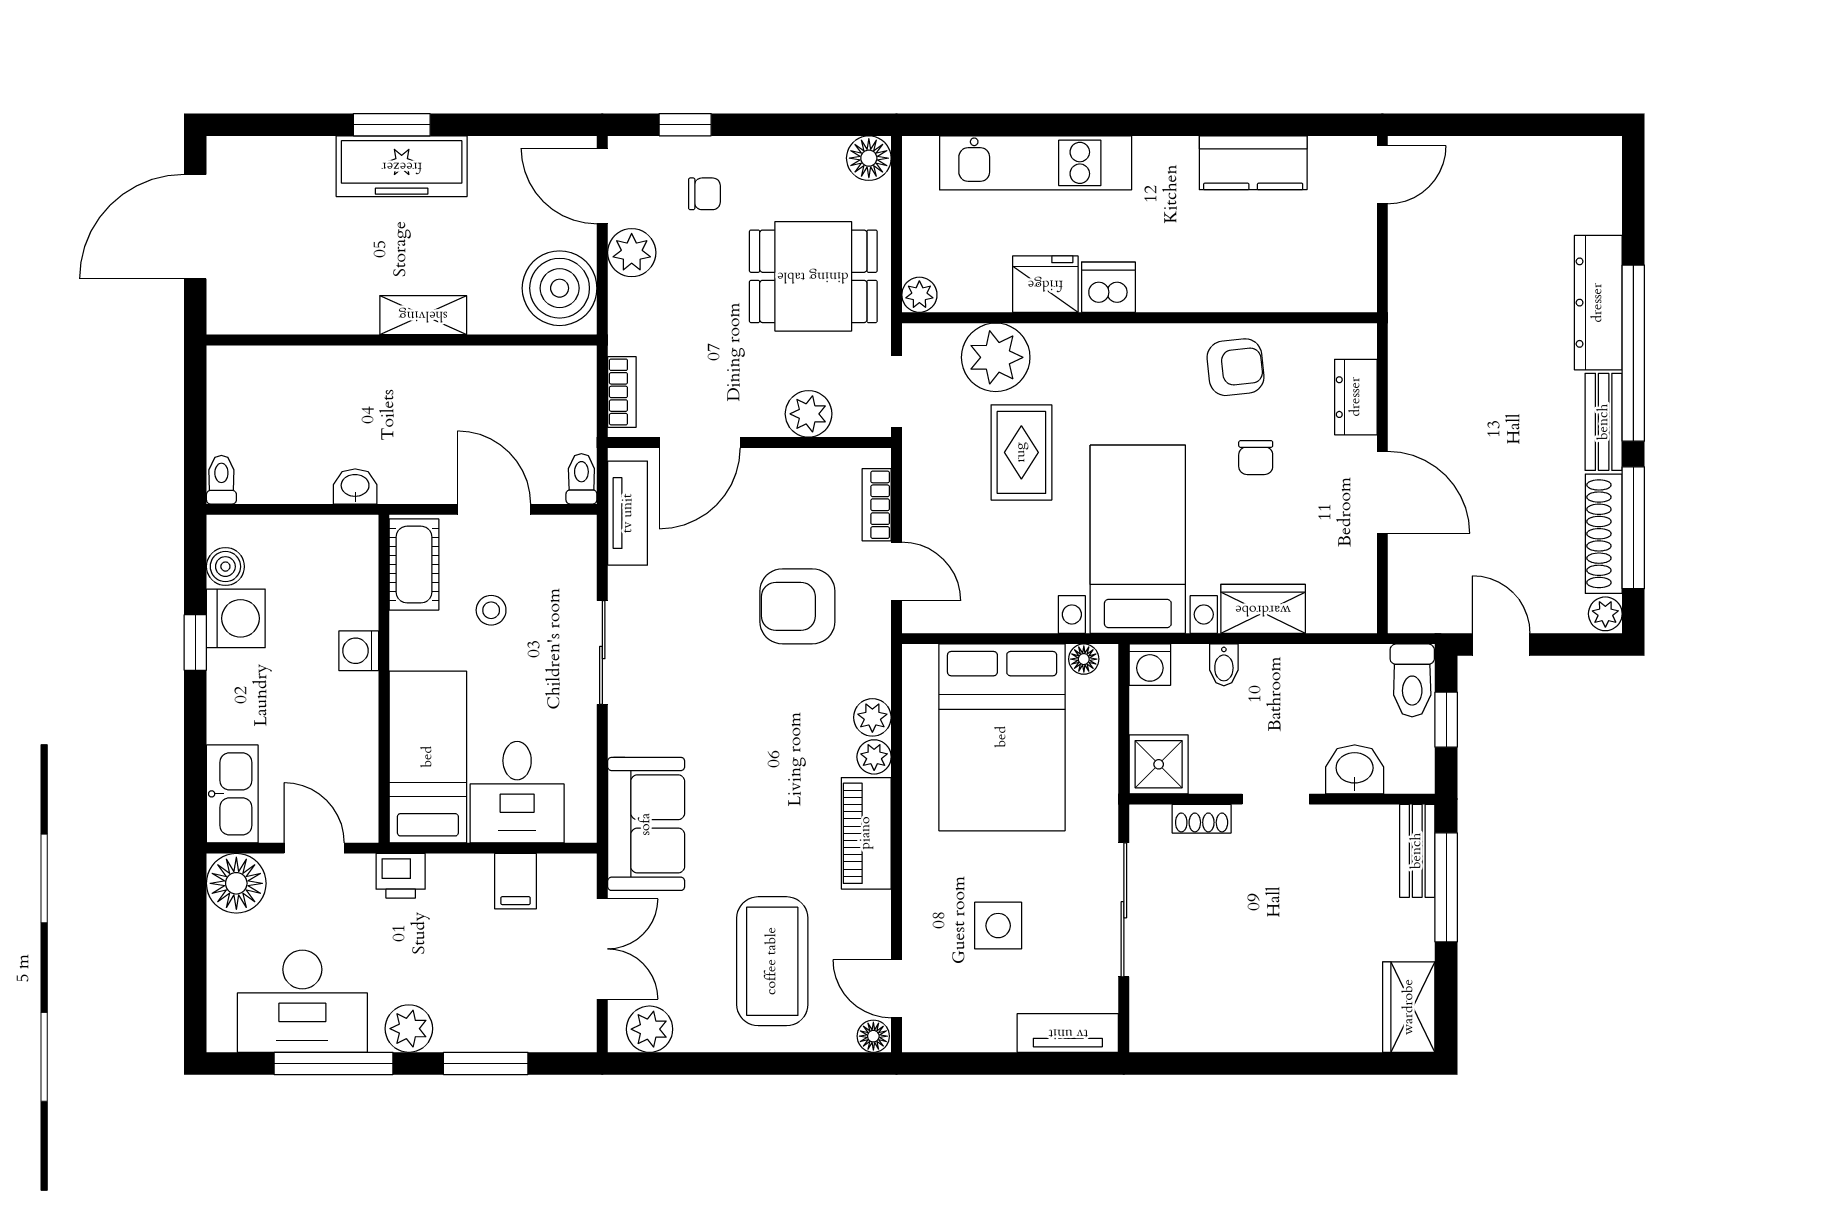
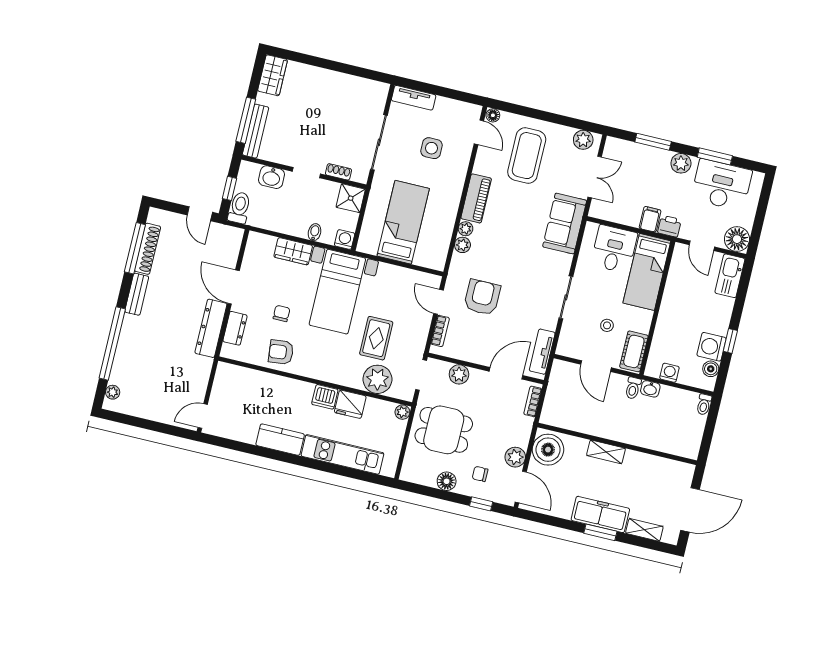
shelving: (291, 155) -> (644, 530), added
floor lamp: (869, 158) -> (447, 481), moved
kitchen counter: (1253, 163) -> (280, 440), moved
dresser: (1598, 303) -> (211, 328), moved, turned 180
window: (1633, 353) -> (112, 343), moved
toilet: (581, 479) -> (633, 388), moved
armchair: (797, 606) -> (482, 297), turned -90
plant: (1605, 614) -> (113, 392), moved
washing machine: (359, 651) -> (669, 373), moved, turned -90
floor lamp: (1084, 659) -> (371, 248), removed
bed: (1002, 737) -> (403, 222), width x0.67
bench: (1417, 851) -> (256, 131), width x1.36
filing cabinet: (516, 881) -> (650, 219), moved
double door: (602, 949) -> (595, 177), swing flipped
window: (334, 1063) -> (715, 156), width x0.69

